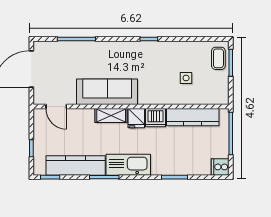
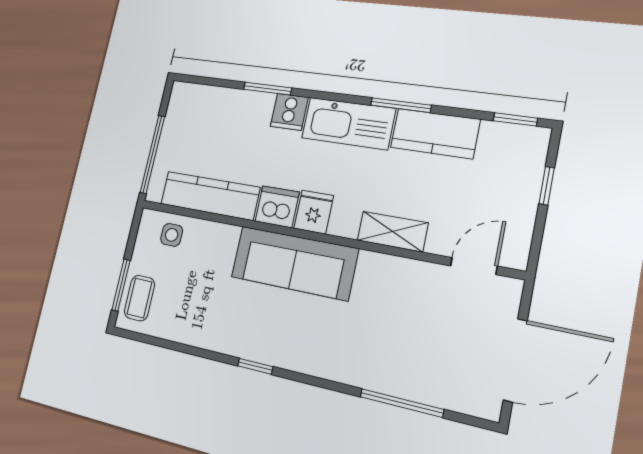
side table: (186, 78) -> (172, 235), moved
sofa: (107, 92) -> (294, 263), moved
door: (56, 107) -> (474, 266), hinge flipped
shelving: (111, 116) -> (393, 232), moved
kitchen counter: (76, 165) -> (435, 133), width x0.67
cooker: (220, 167) -> (289, 112), moved, turned 90

